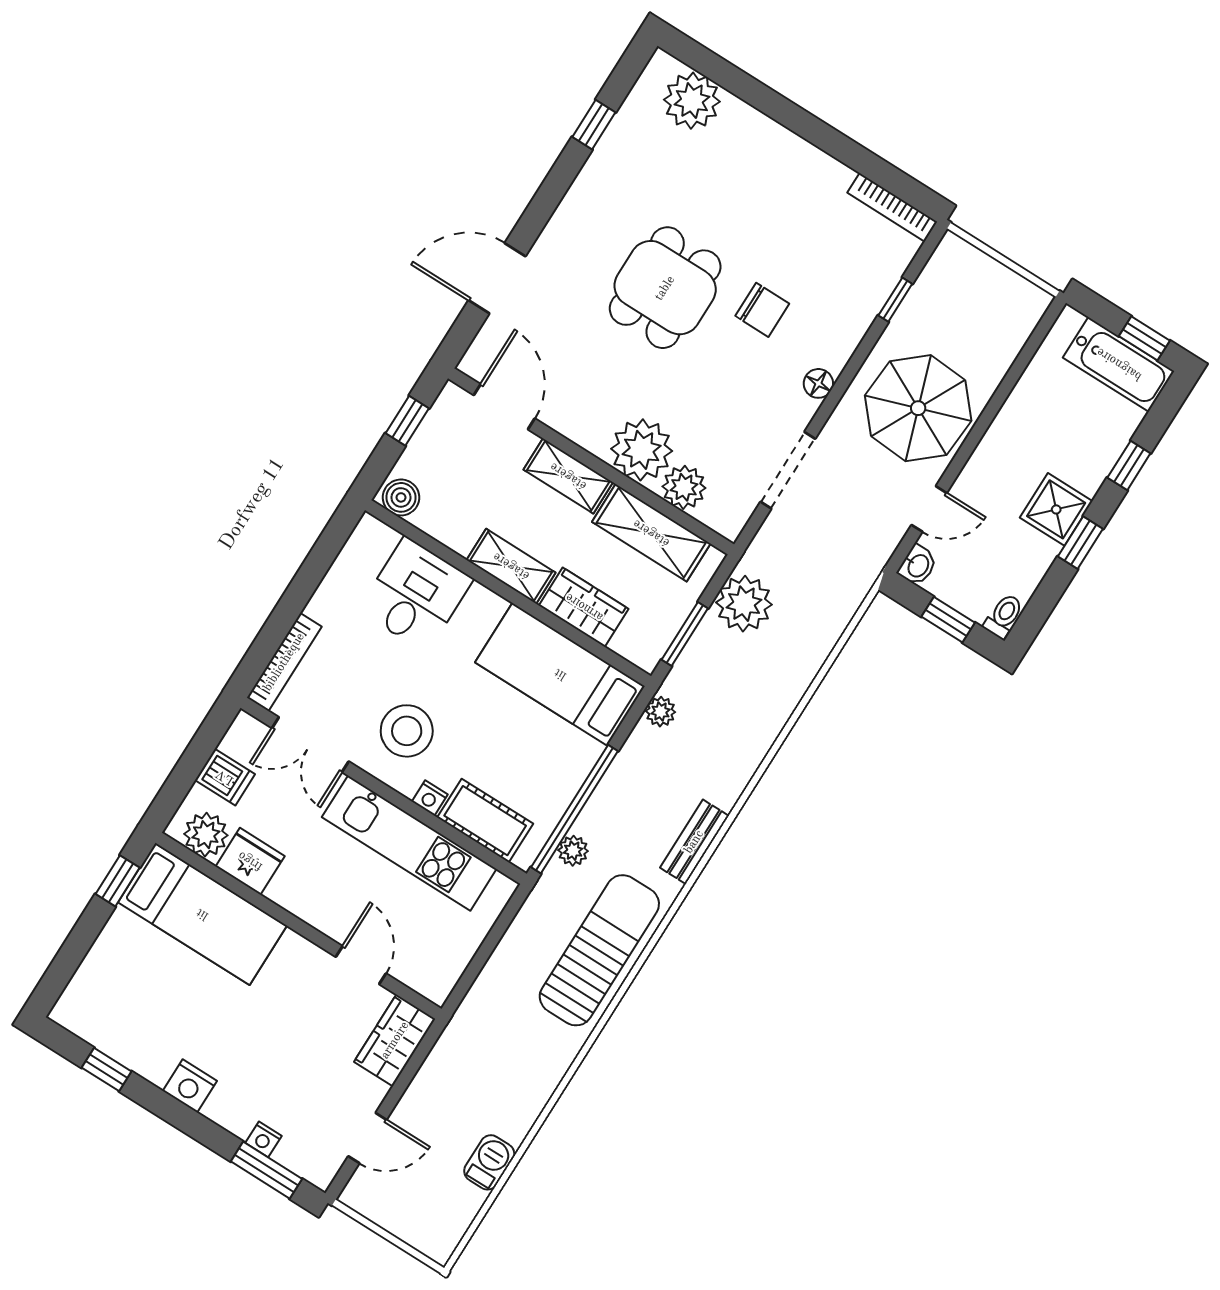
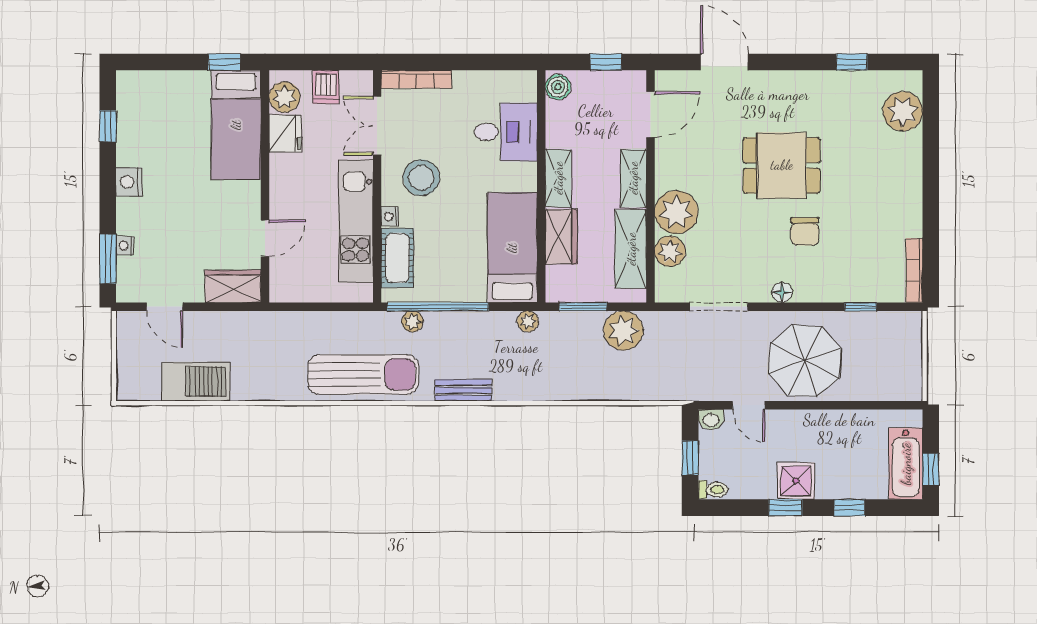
barbecue: (489, 1162) -> (196, 381), width x1.88, depth x1.53

